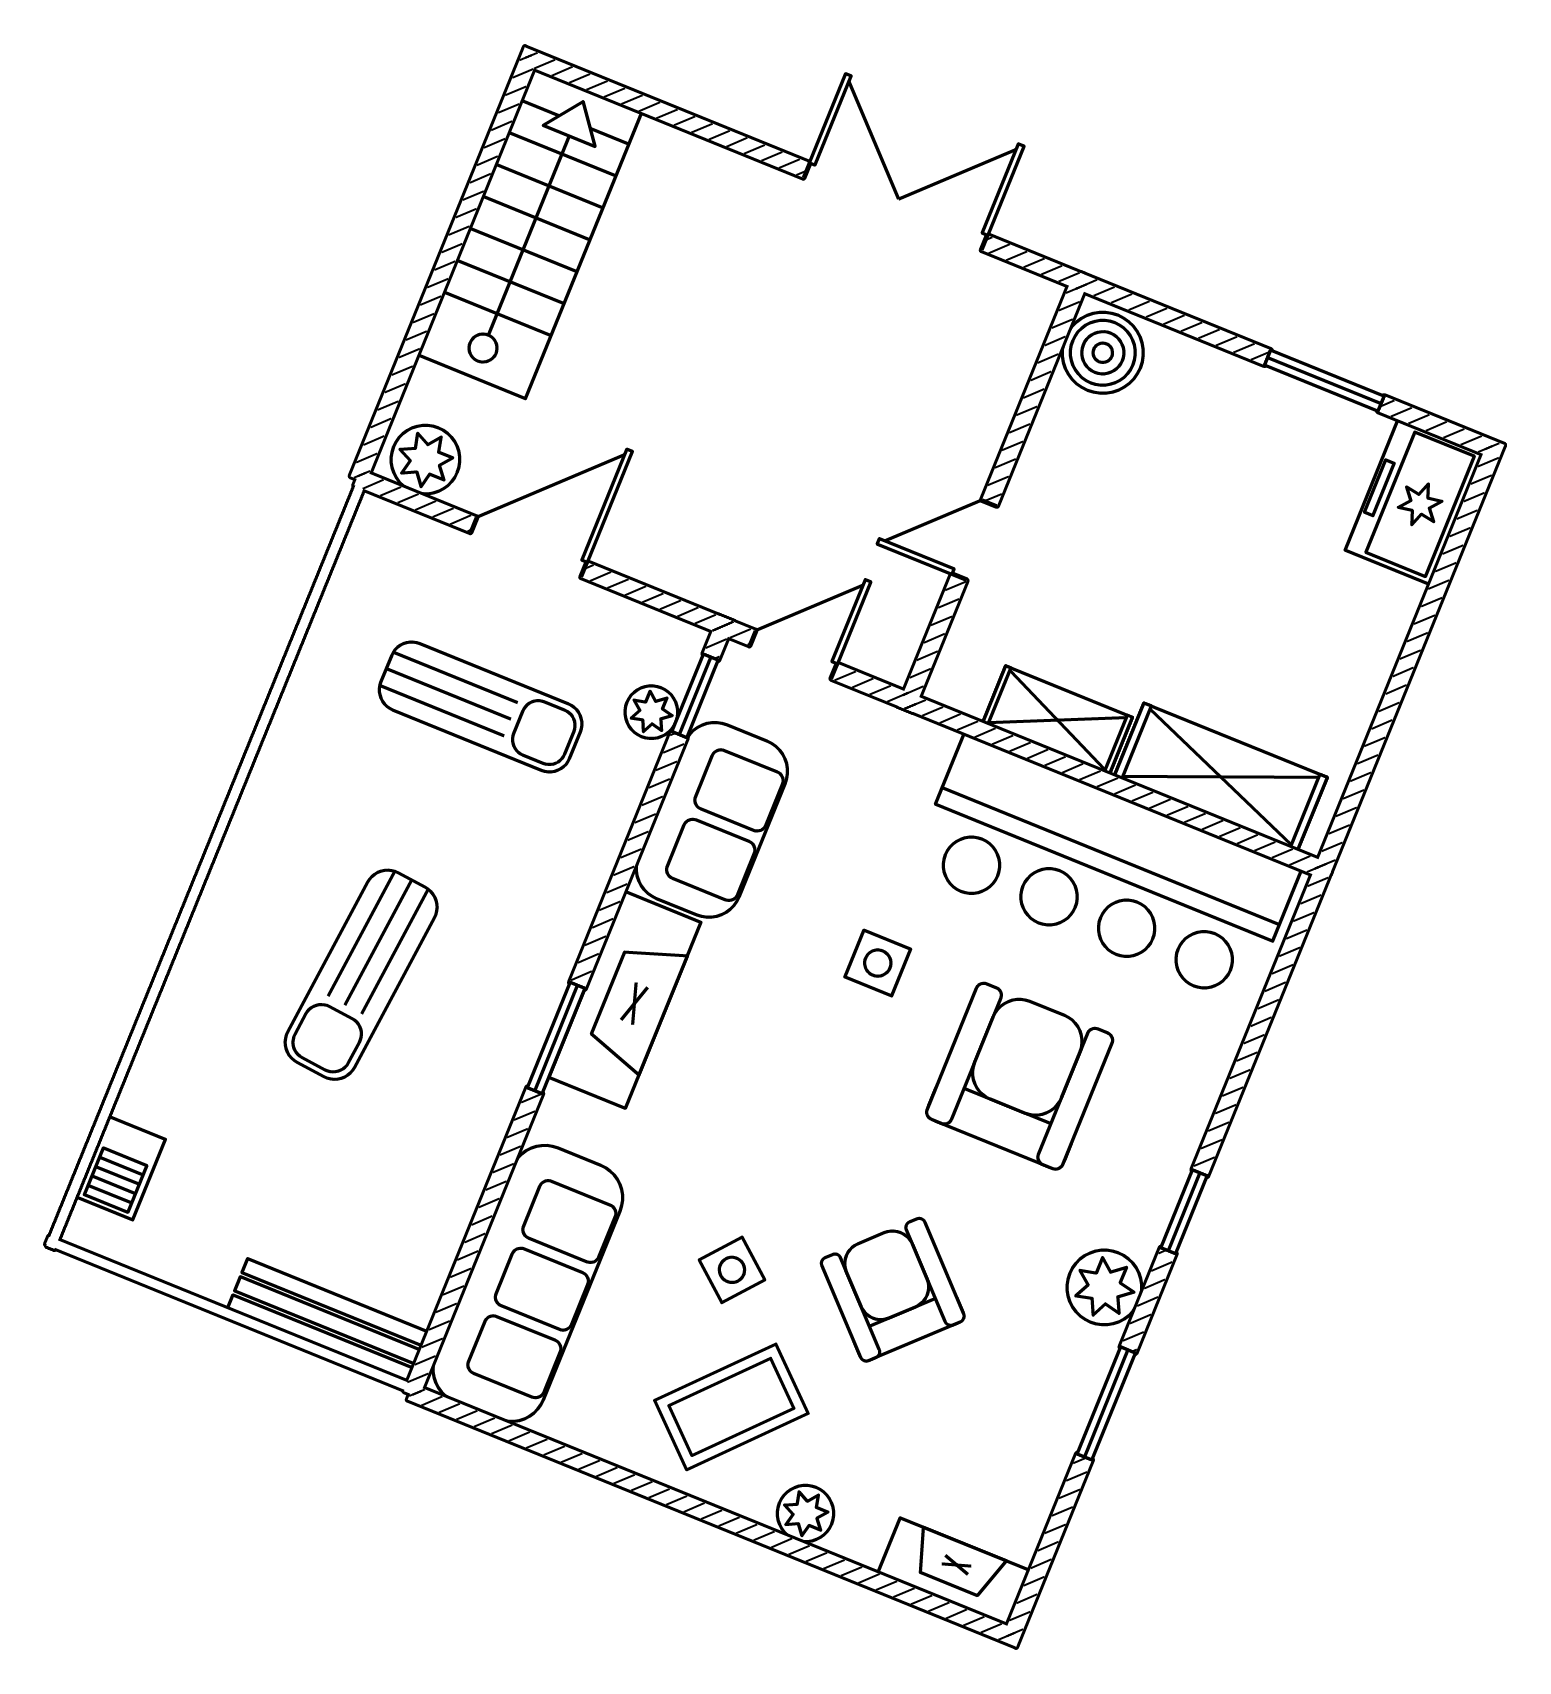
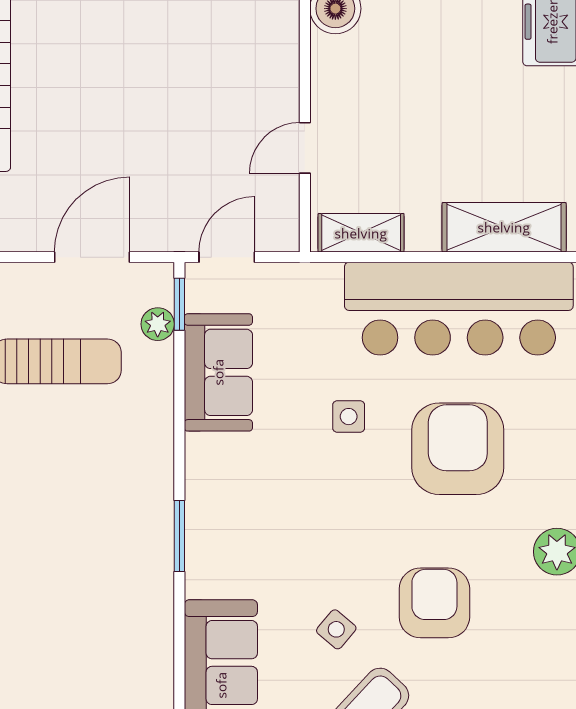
door: (529, 547) -> (92, 257), moved
shelving: (1057, 720) -> (361, 233), moved
sun lounger: (361, 975) -> (51, 545), removed
fireplace: (625, 1000) -> (210, 498), removed
armchair: (893, 1290) -> (434, 603), turned 45

